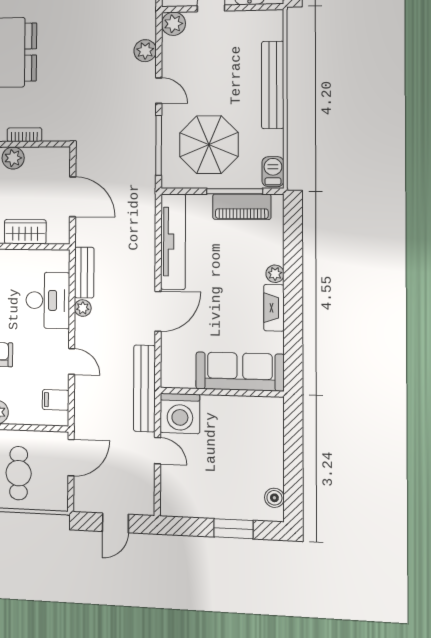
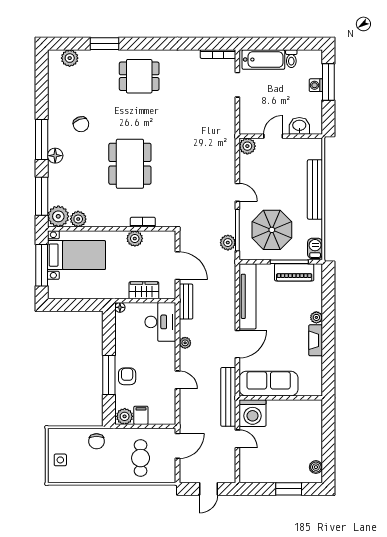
plant: (145, 51) -> (228, 243), moved
bench: (84, 272) -> (186, 302), moved
desk: (48, 300) -> (160, 322), moved
sofa: (240, 371) -> (269, 384), moved
filing cabinet: (56, 400) -> (141, 415), moved, turned 90

